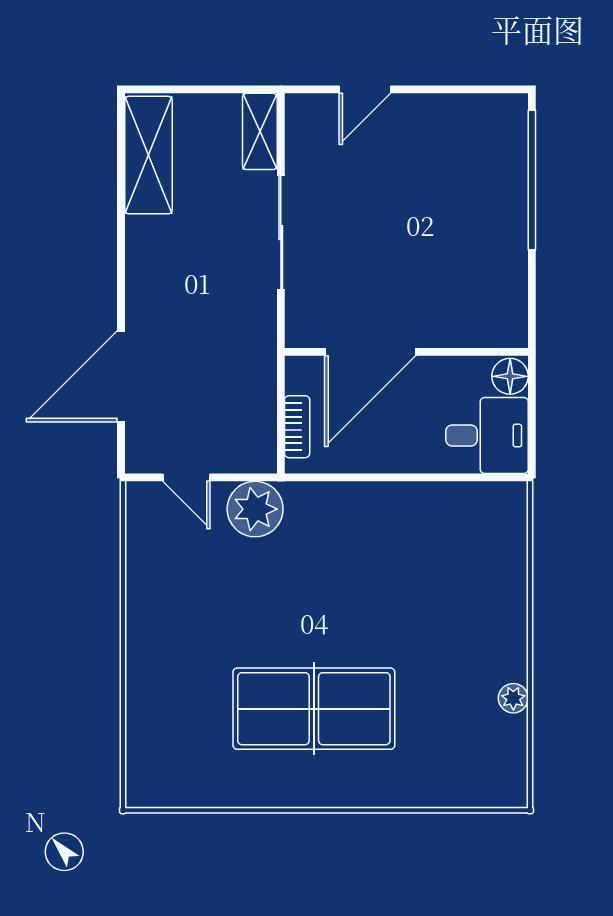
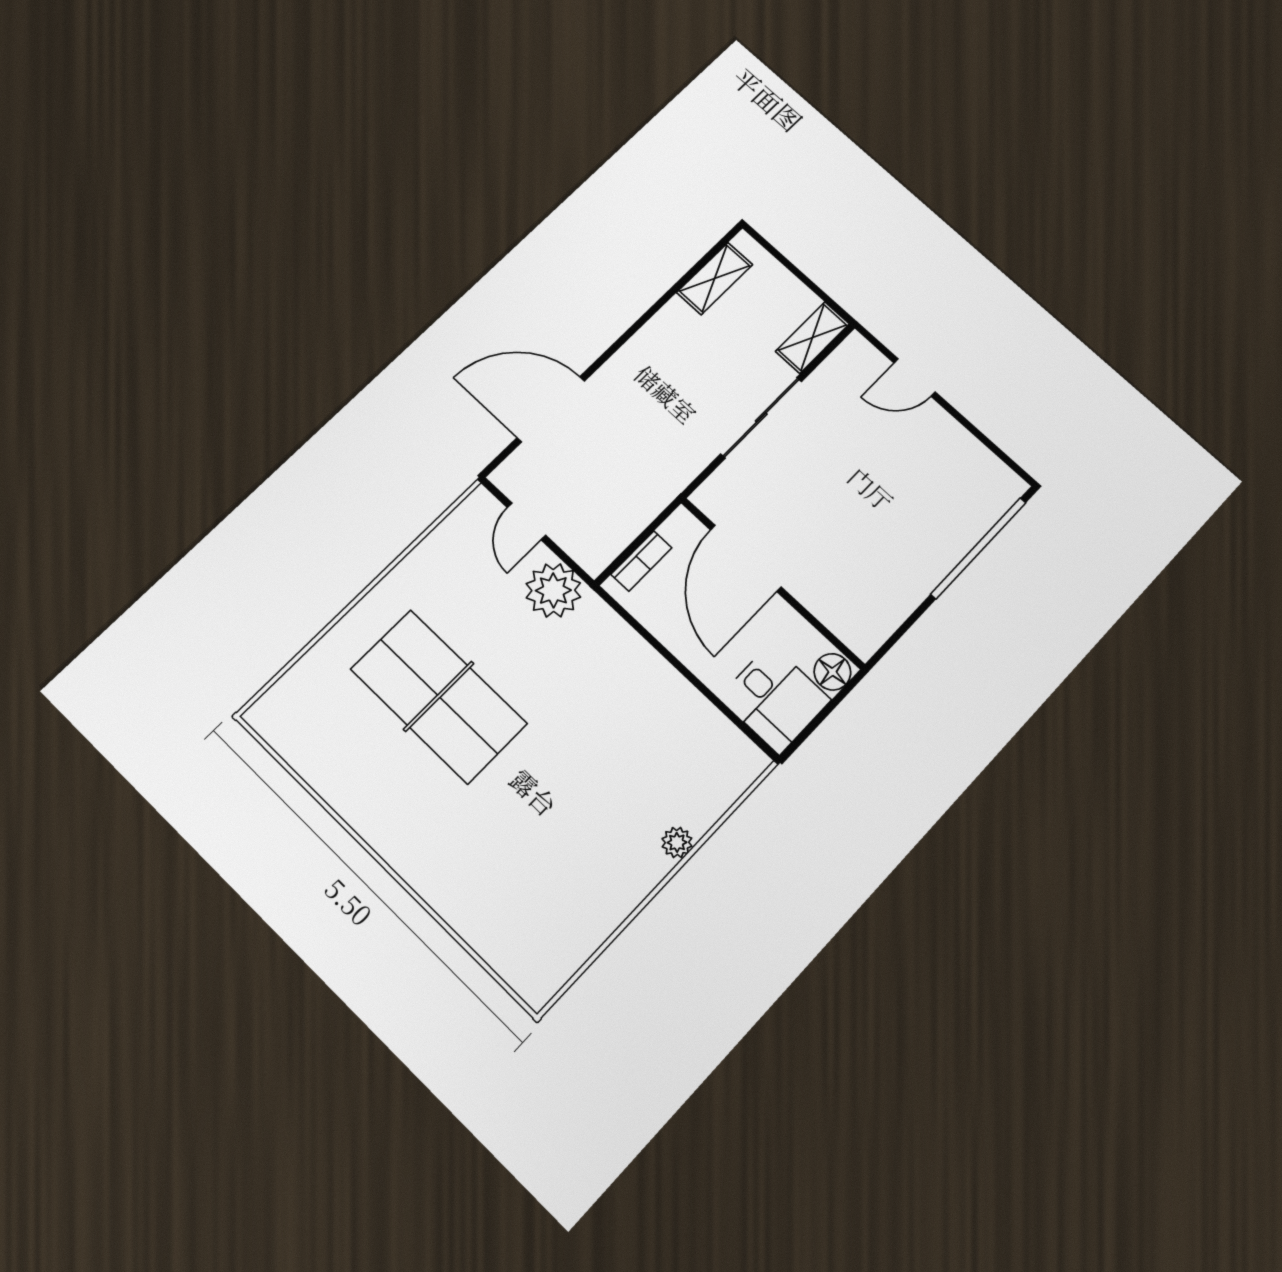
shelving: (148, 155) -> (715, 278), width x0.67, depth x0.75
door: (370, 352) -> (746, 558), hinge flipped
plant: (513, 698) -> (677, 842), moved
table tennis table: (314, 709) -> (439, 696), moved

